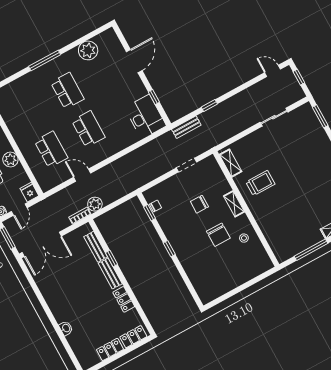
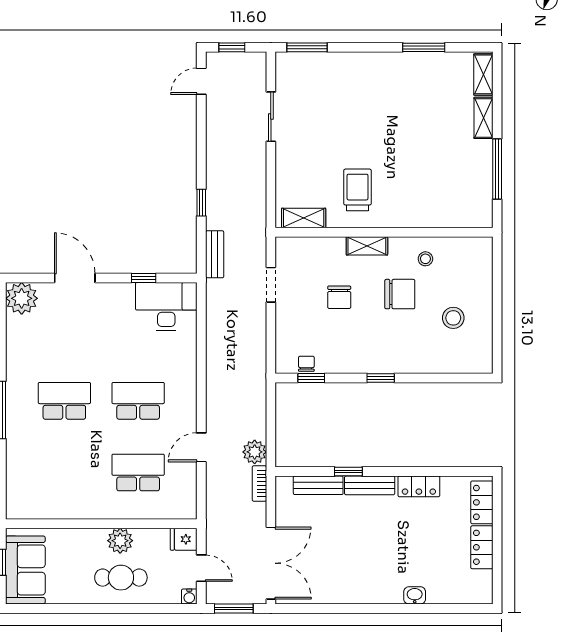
plant: (88, 50) -> (22, 298), moved
stool: (221, 269) -> (453, 318), added

